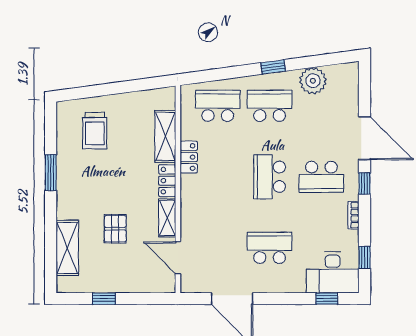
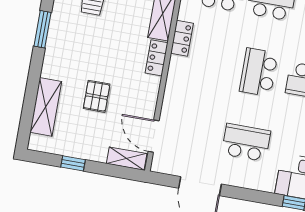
shelving: (167, 218) -> (127, 159), moved, turned 90

